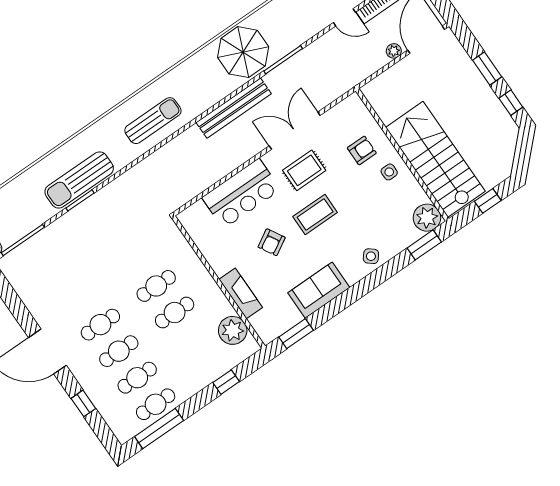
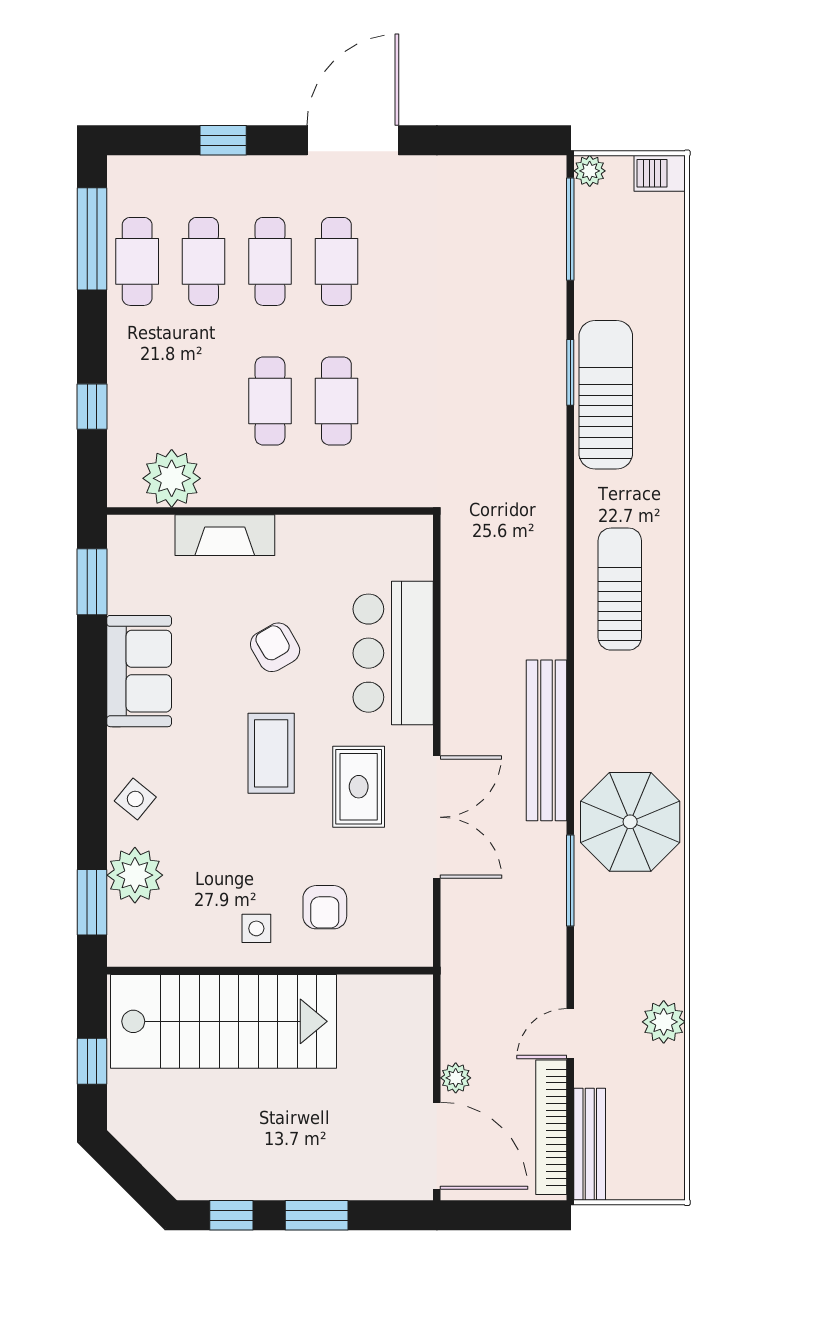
sun lounger: (153, 121) -> (620, 589), turned 180
plant: (427, 218) -> (135, 875), moved

